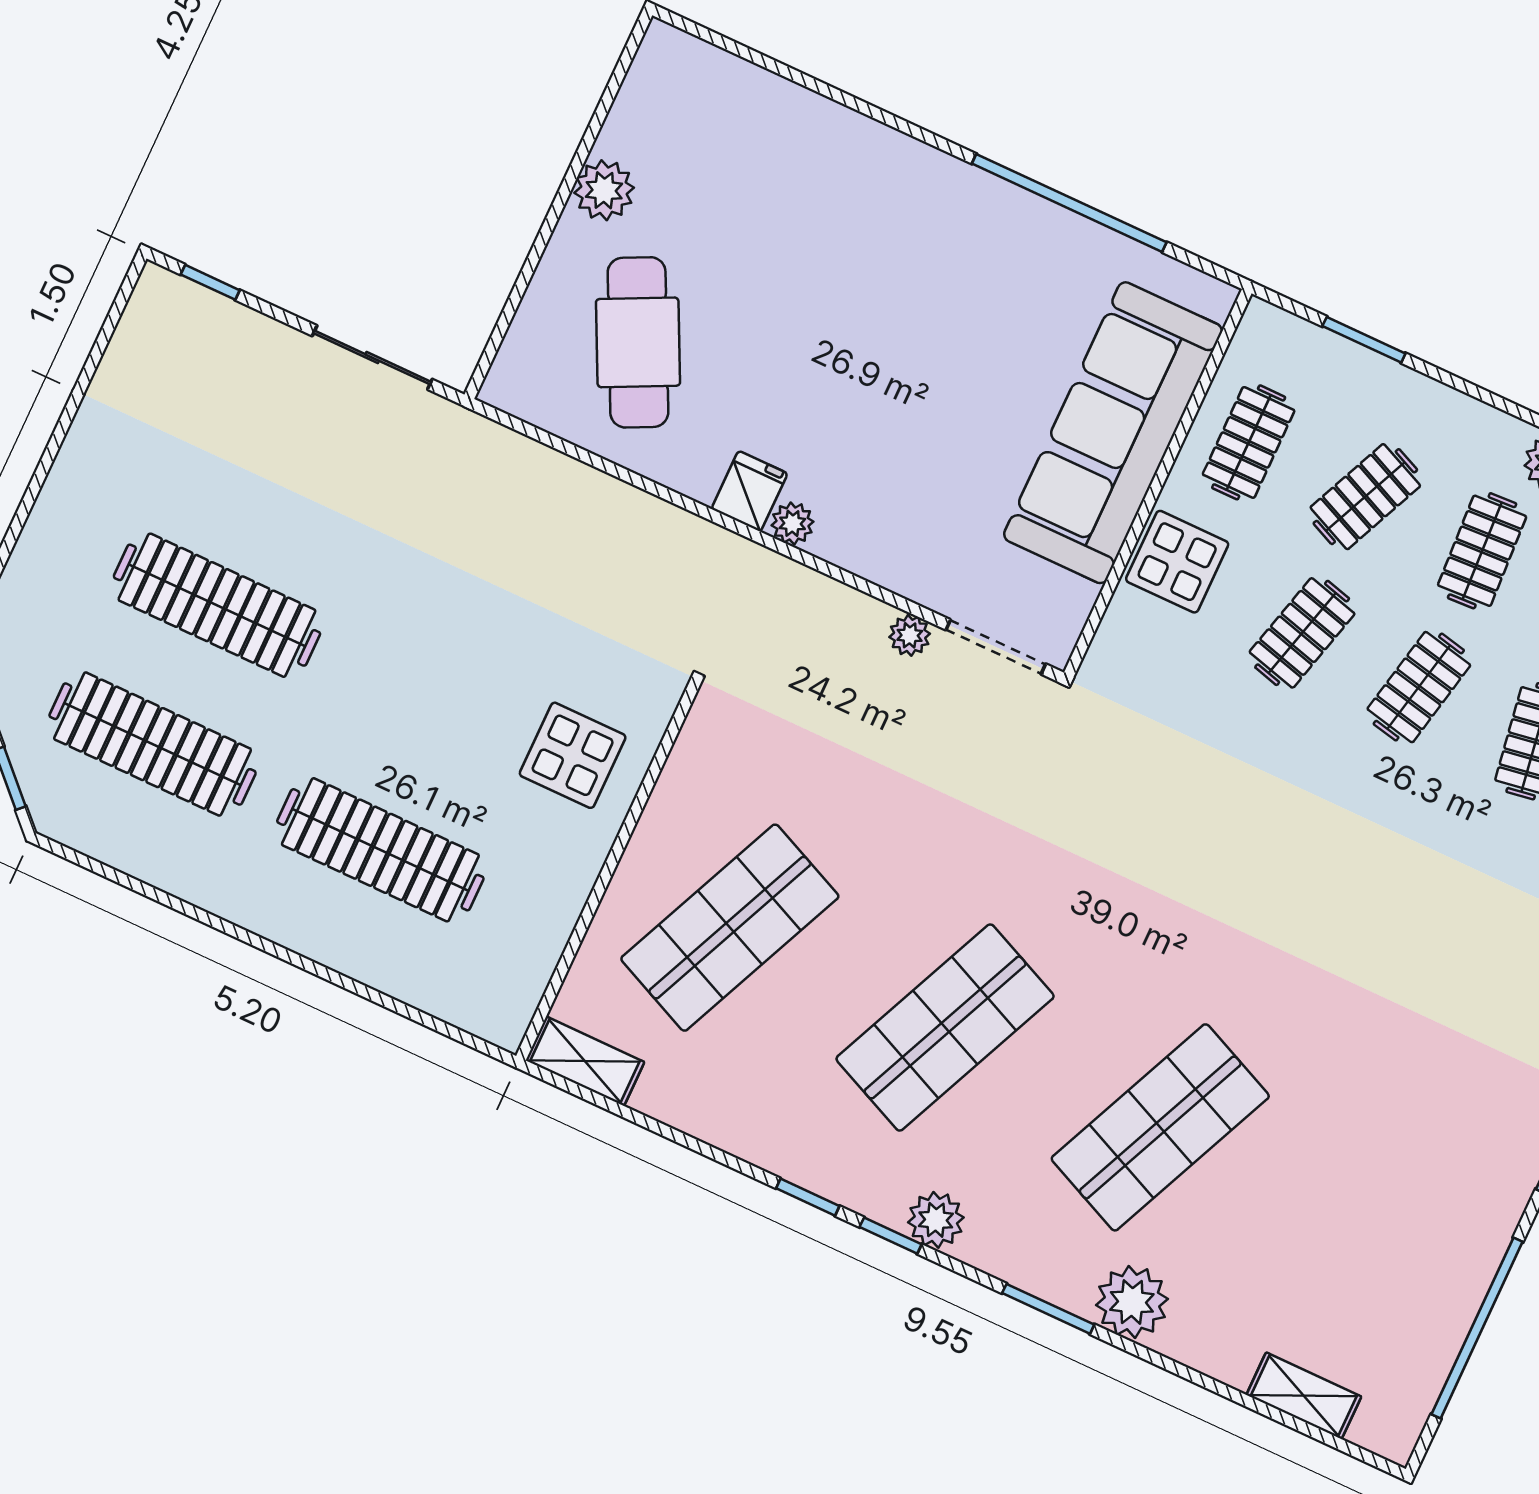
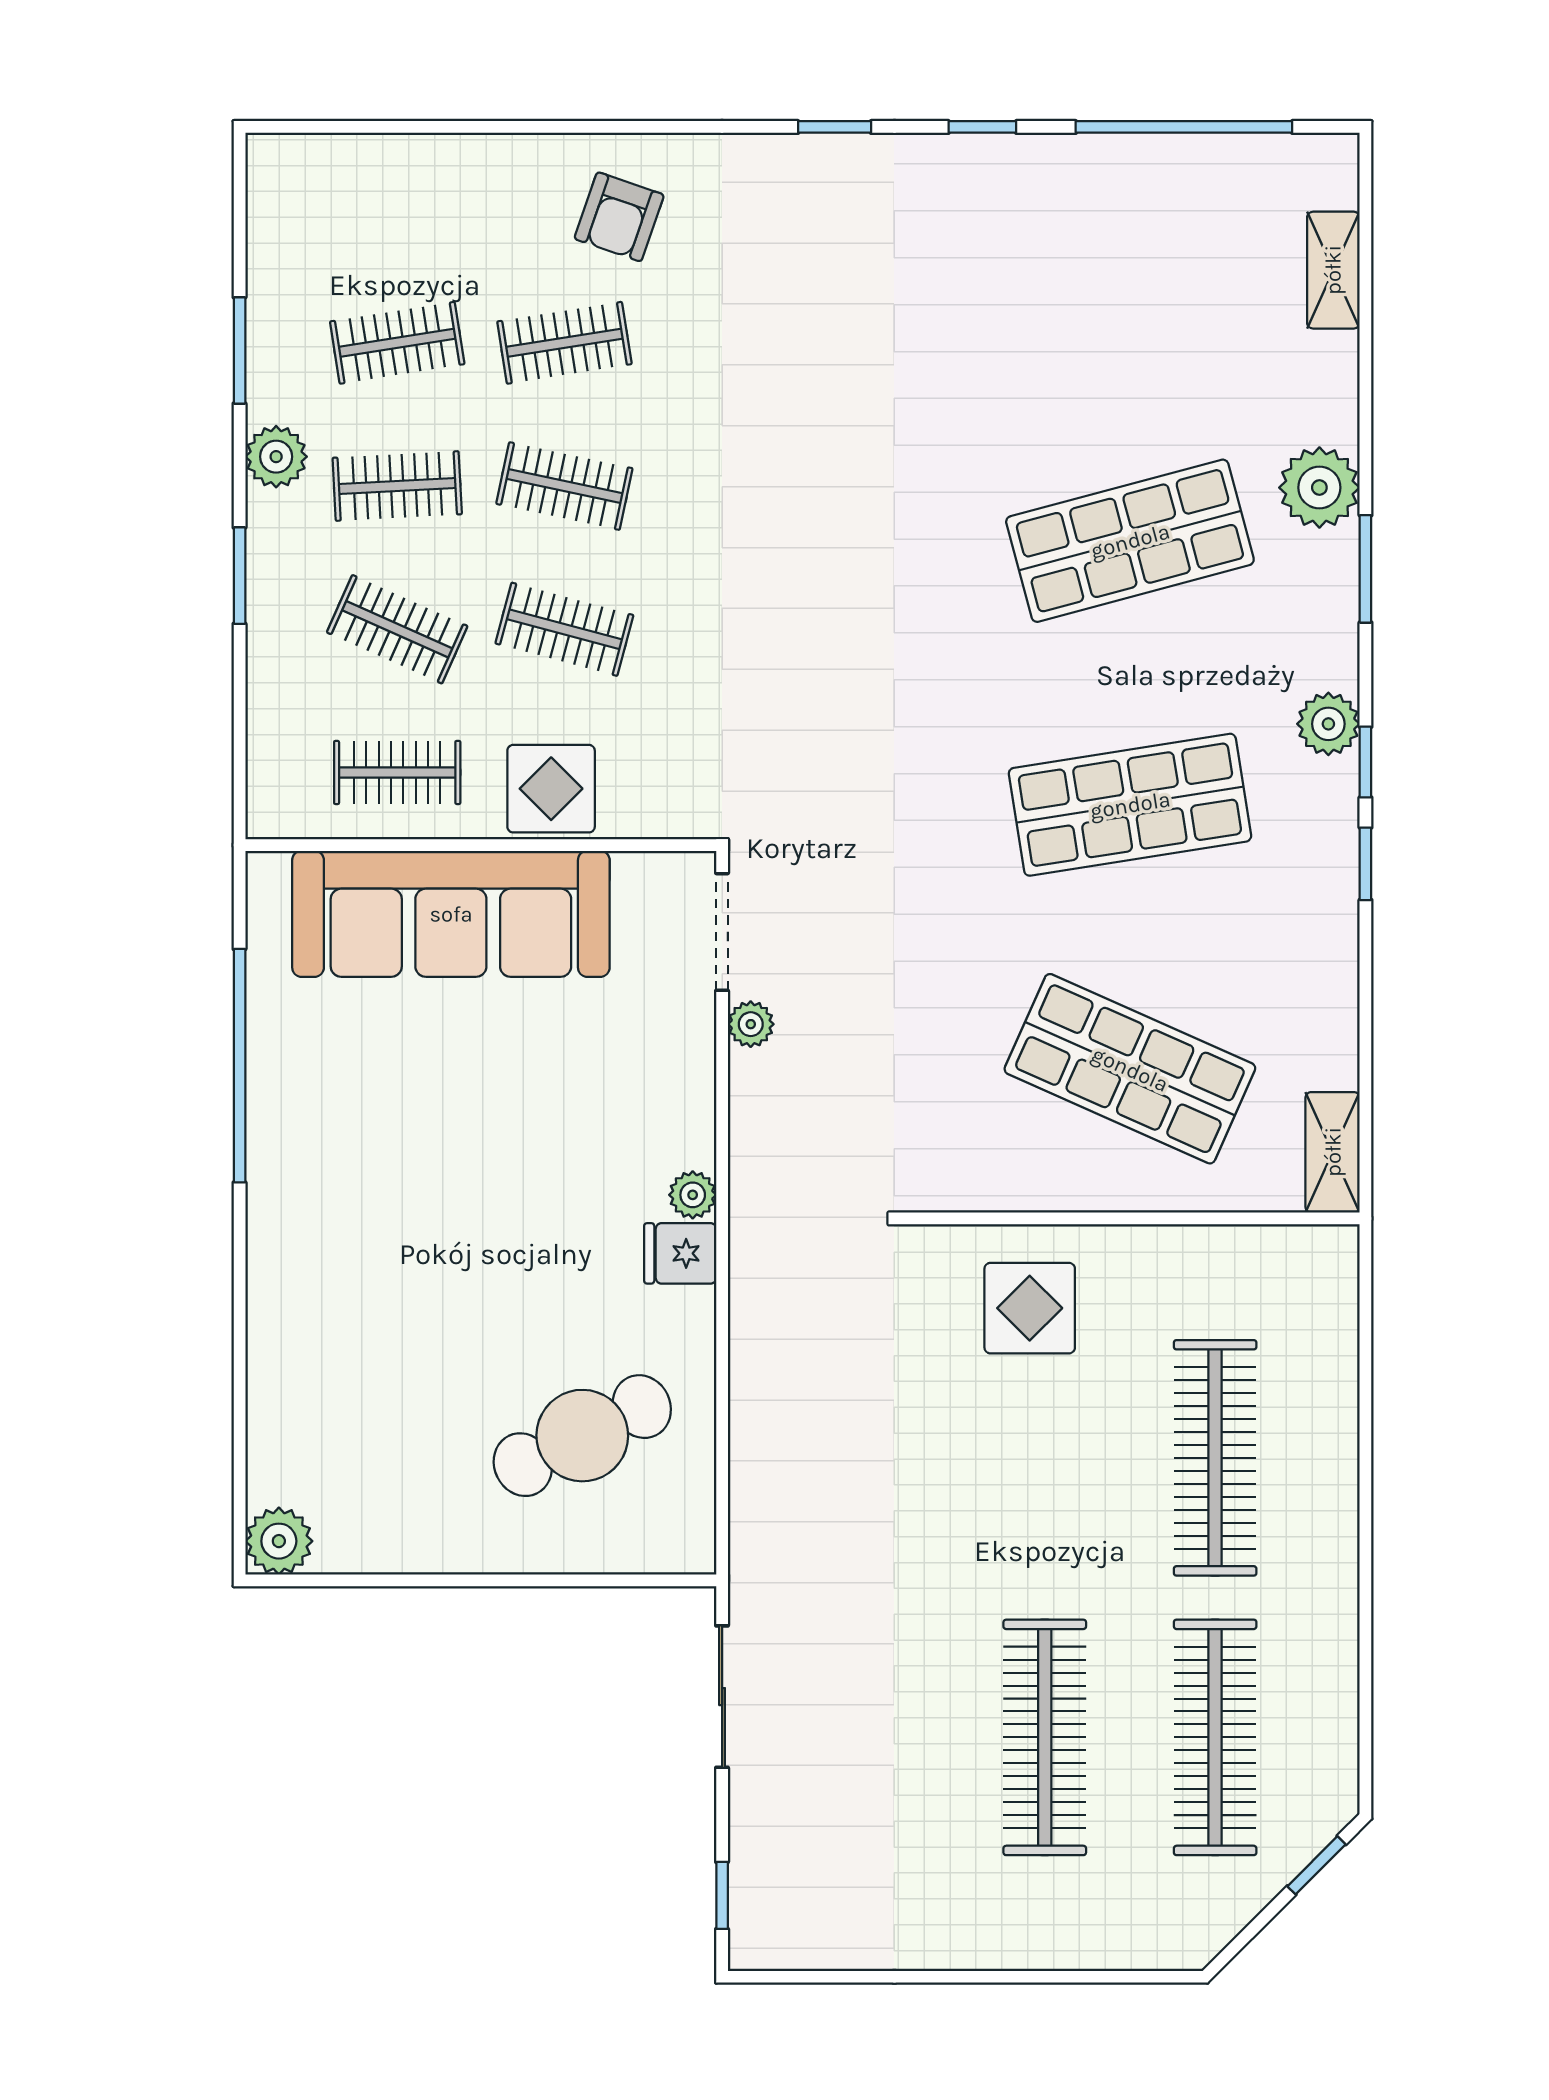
plant: (604, 190) -> (279, 1541), moved
window: (1364, 340) -> (240, 576), moved
shop shelf: (945, 1028) -> (1130, 805), turned -33
shop shelf: (1160, 1127) -> (1130, 541), turned -39

